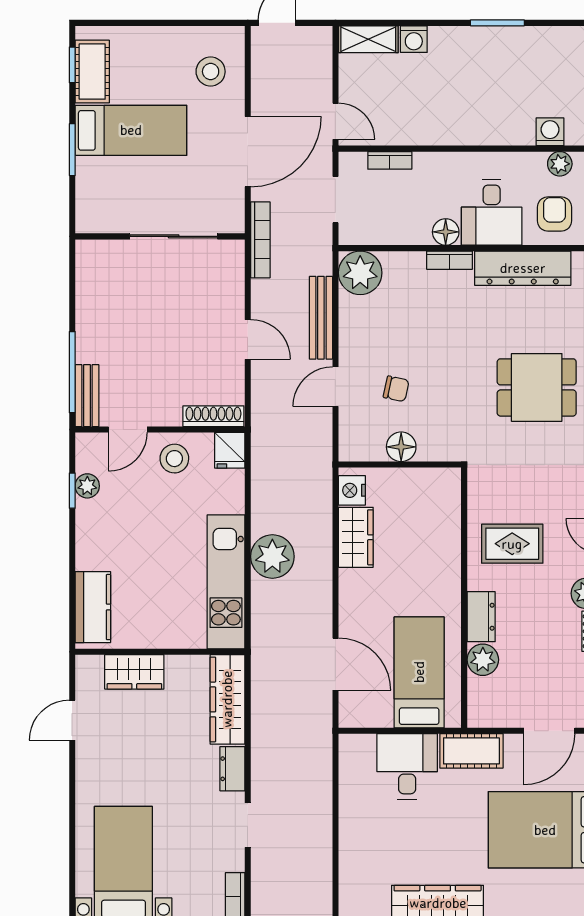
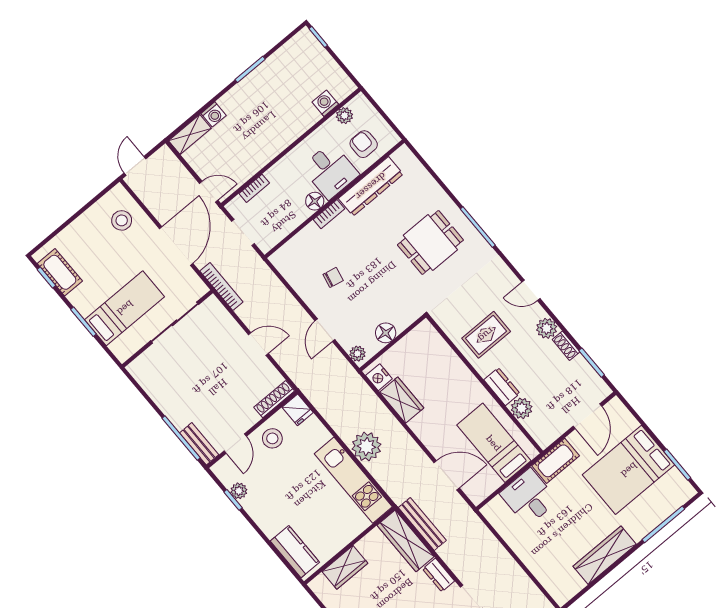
bed: (131, 130) -> (125, 308), moved
plant: (360, 273) -> (357, 354), moved, width x0.53, depth x0.53
bench: (321, 318) -> (422, 524), moved
chair: (396, 389) -> (333, 277), moved

